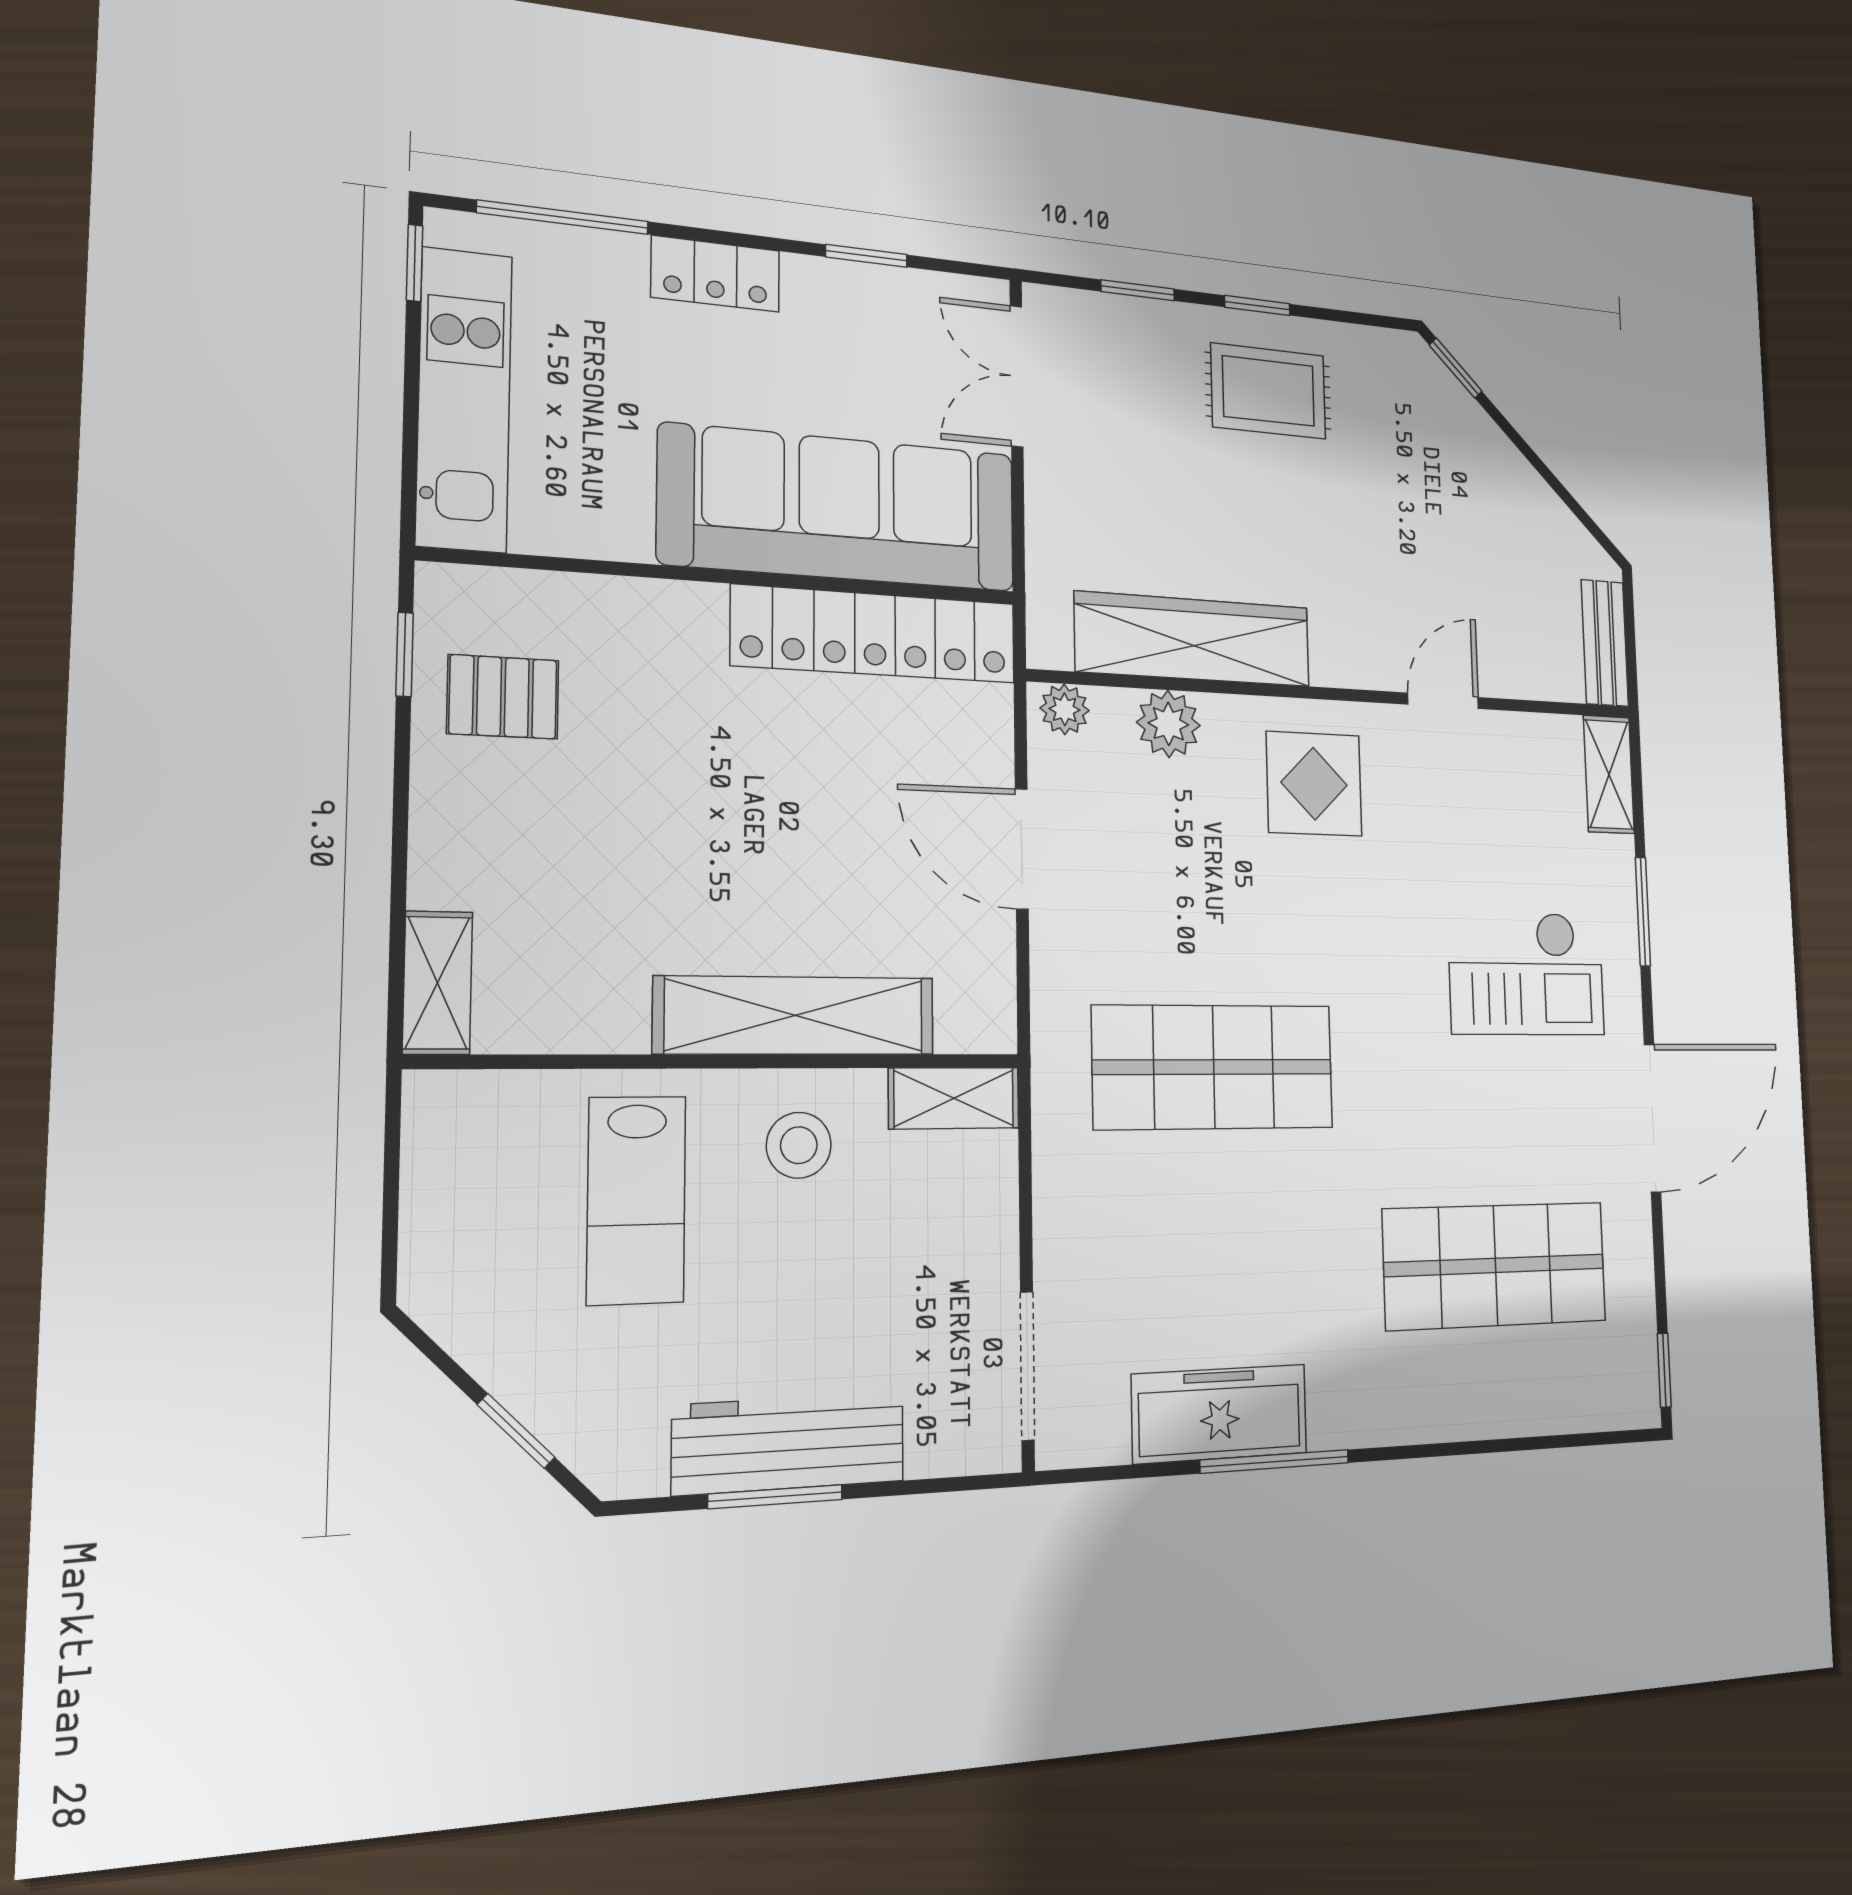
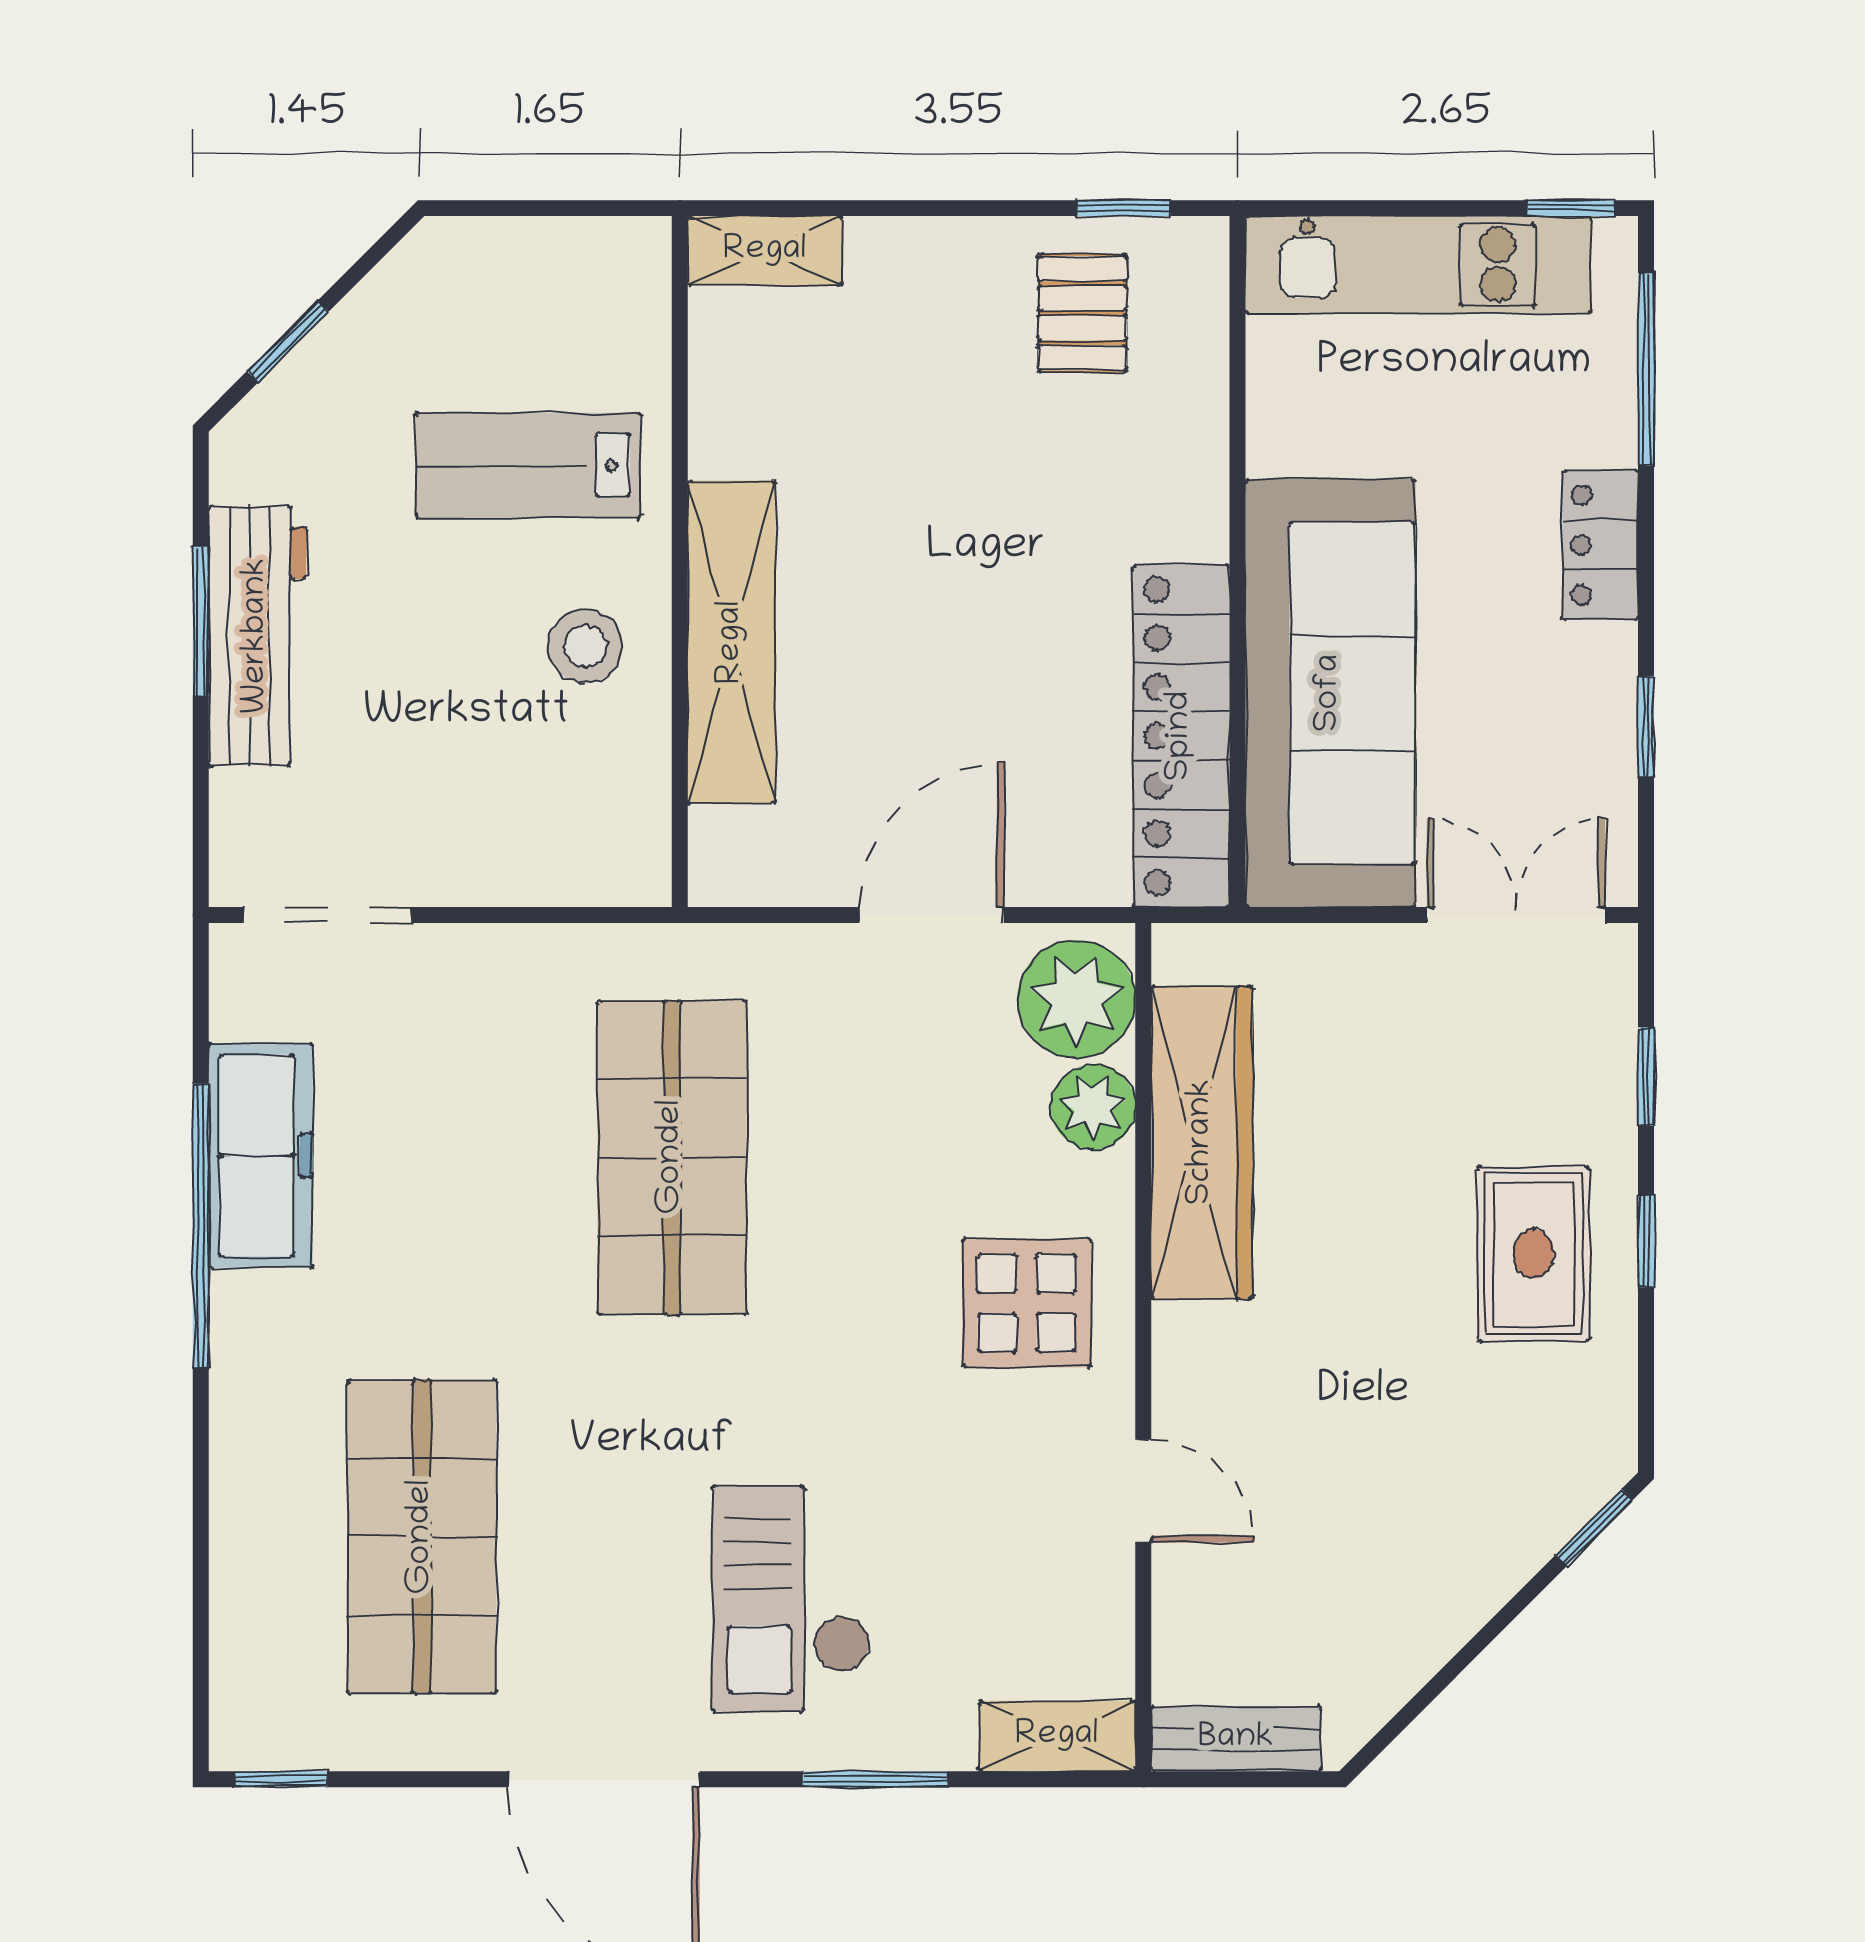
plant: (1065, 709) -> (1076, 999), width x1.88, depth x1.88
shelving: (954, 1098) -> (637, 829), removed
window: (1275, 1461) -> (201, 1226), width x1.46

